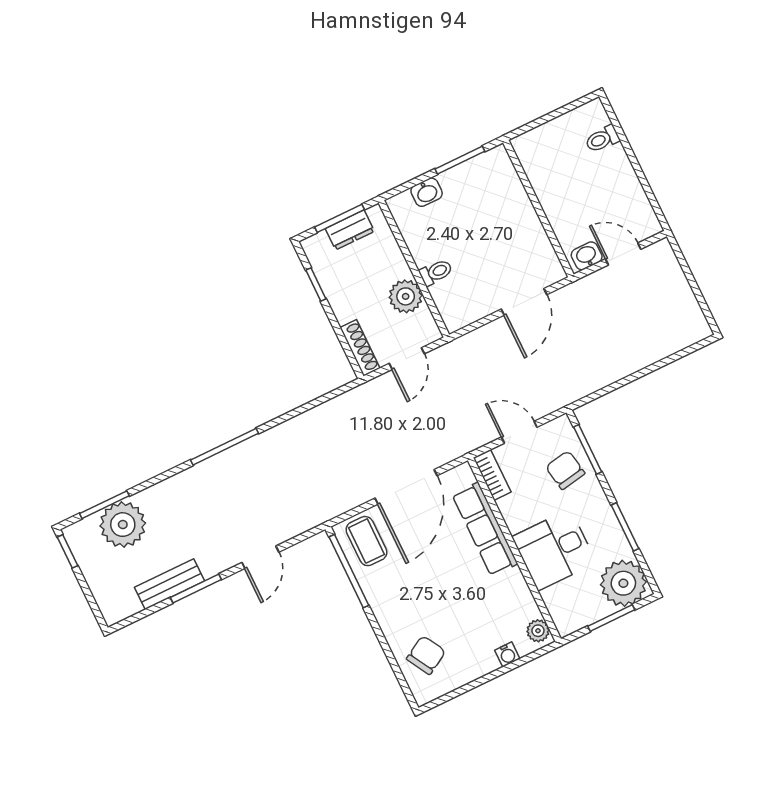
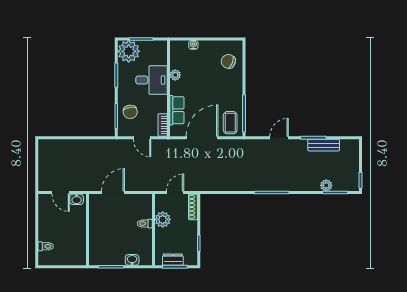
plant: (123, 525) -> (326, 185), width x0.53, depth x0.53
row of seats: (485, 529) -> (177, 110), width x0.68
plant: (538, 631) -> (175, 75), moved
chair: (426, 655) -> (228, 61), turned 52

